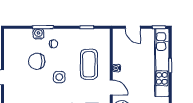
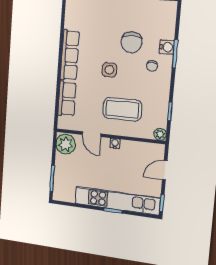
plant: (105, 33) -> (160, 134), added
chair: (37, 61) -> (131, 42), turned 180
door: (111, 87) -> (92, 134), hinge flipped

